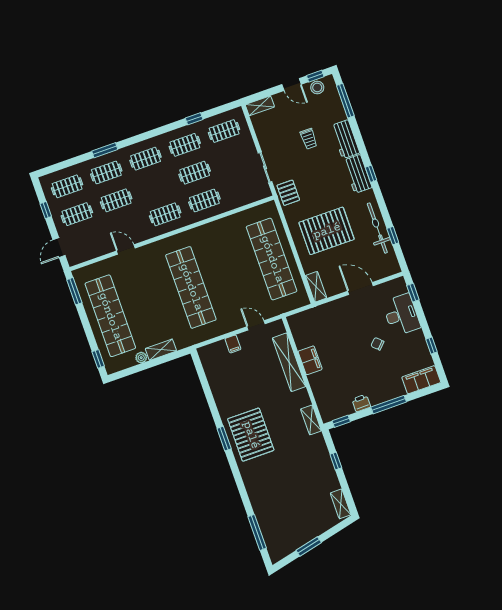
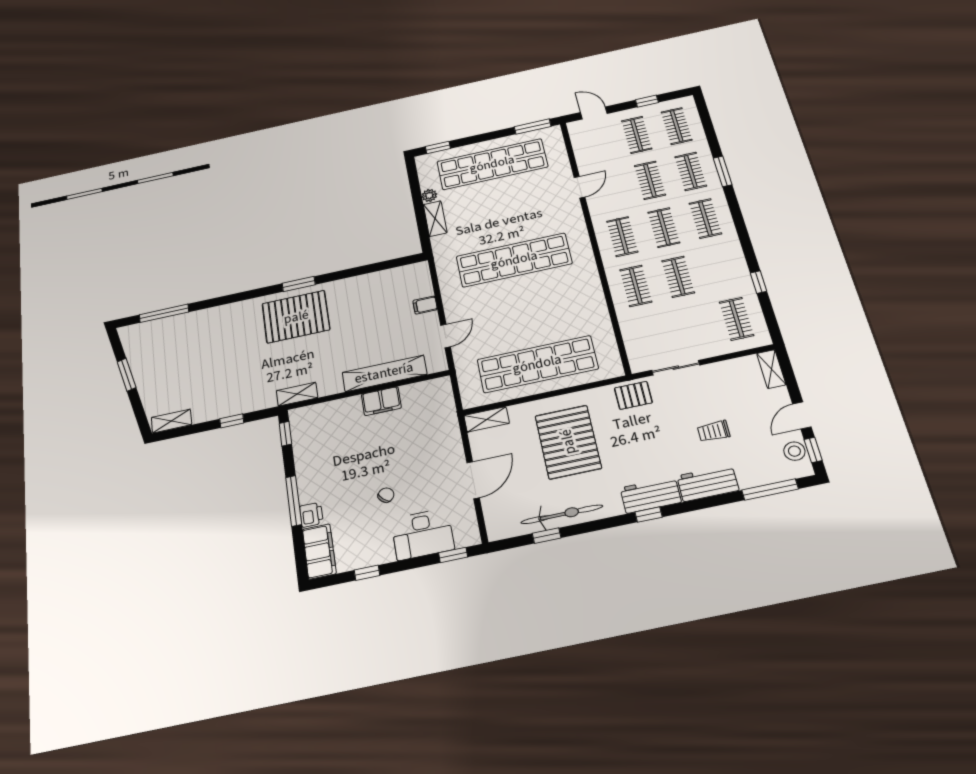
clothes rail: (185, 145) -> (664, 228), moved
printer: (361, 403) -> (311, 515), moved

